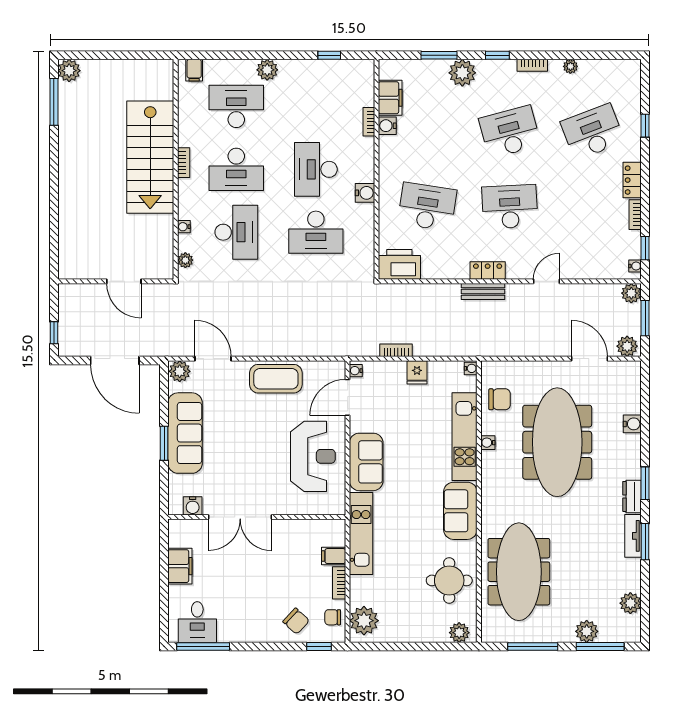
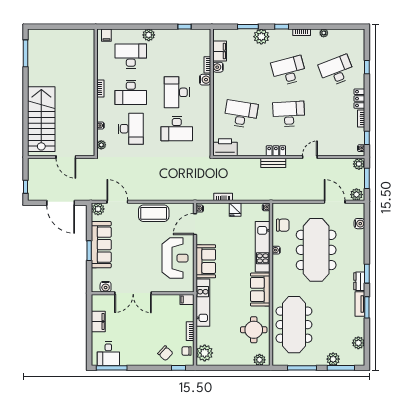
plant: (69, 71) -> (34, 35), removed
stairs: (150, 157) -> (41, 119), moved, turned 180
water cooler: (365, 193) -> (205, 80), moved
water cooler: (632, 424) -> (359, 224), moved
filing cabinet: (334, 556) -> (187, 299), moved

